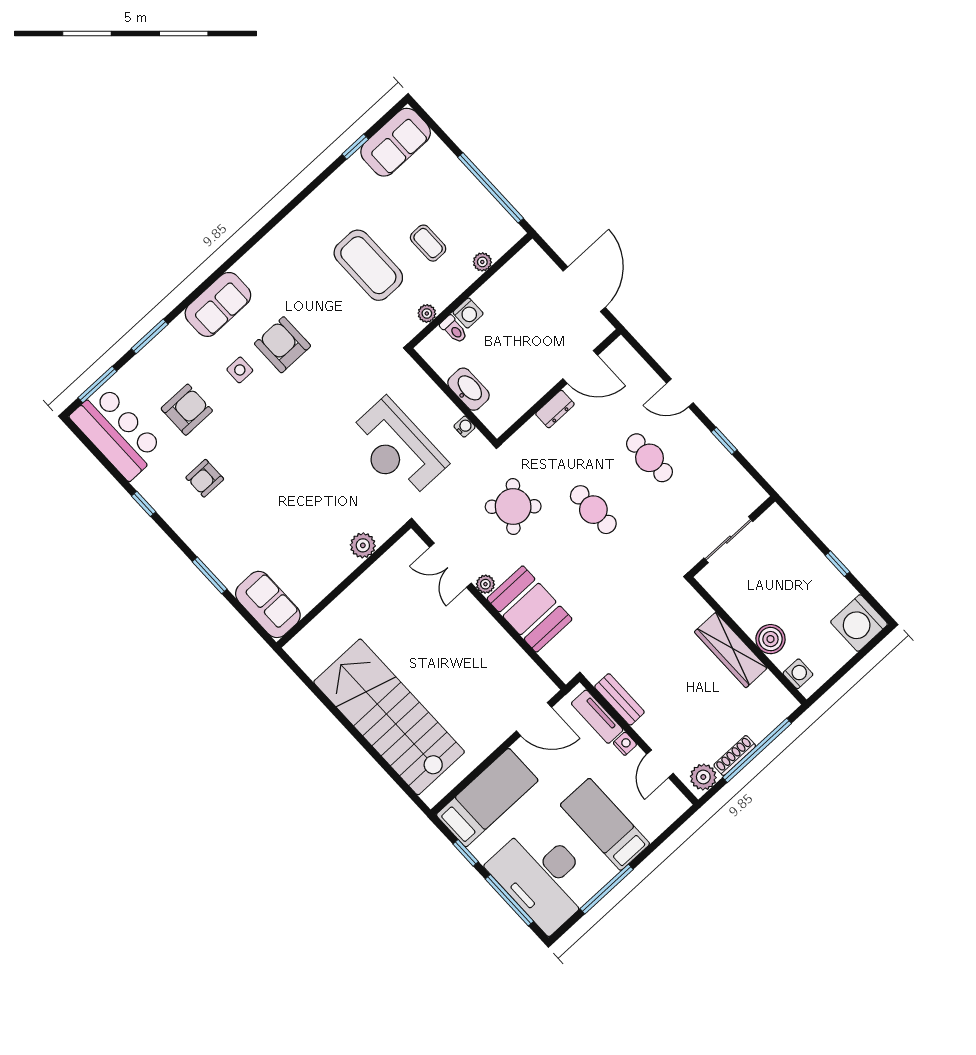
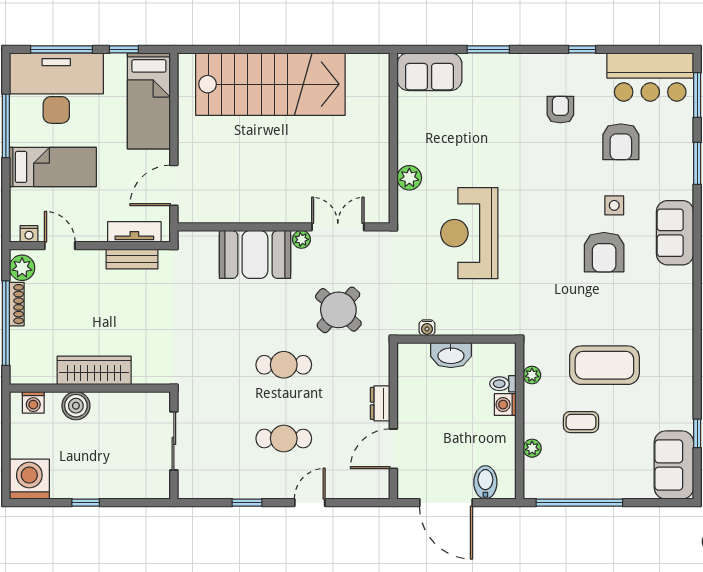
bidet: (541, 274) -> (485, 482), added
armchair: (283, 345) -> (604, 252), turned 90
reception desk: (397, 449) -> (469, 233), moved, turned -90
nightstand: (625, 744) -> (29, 234), moved

